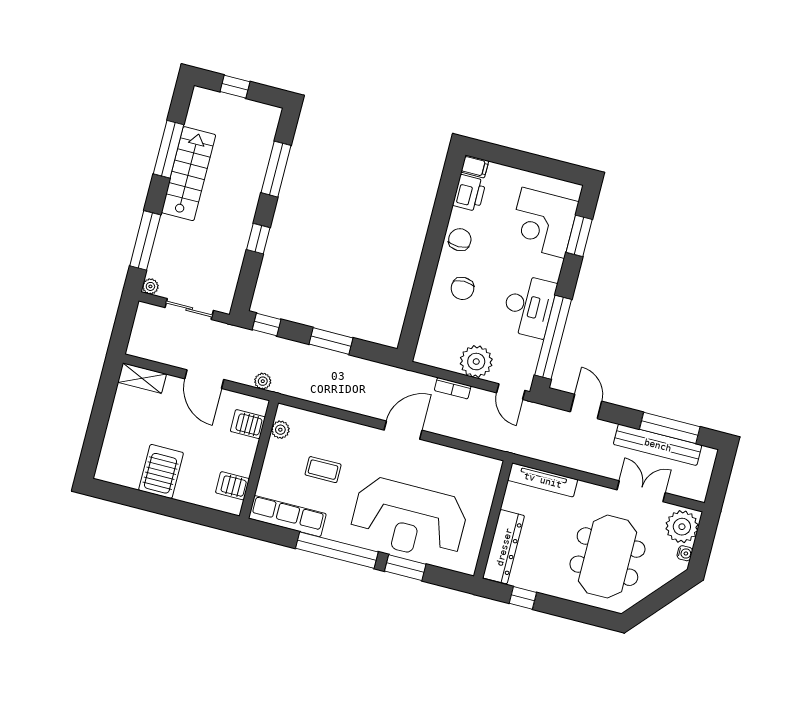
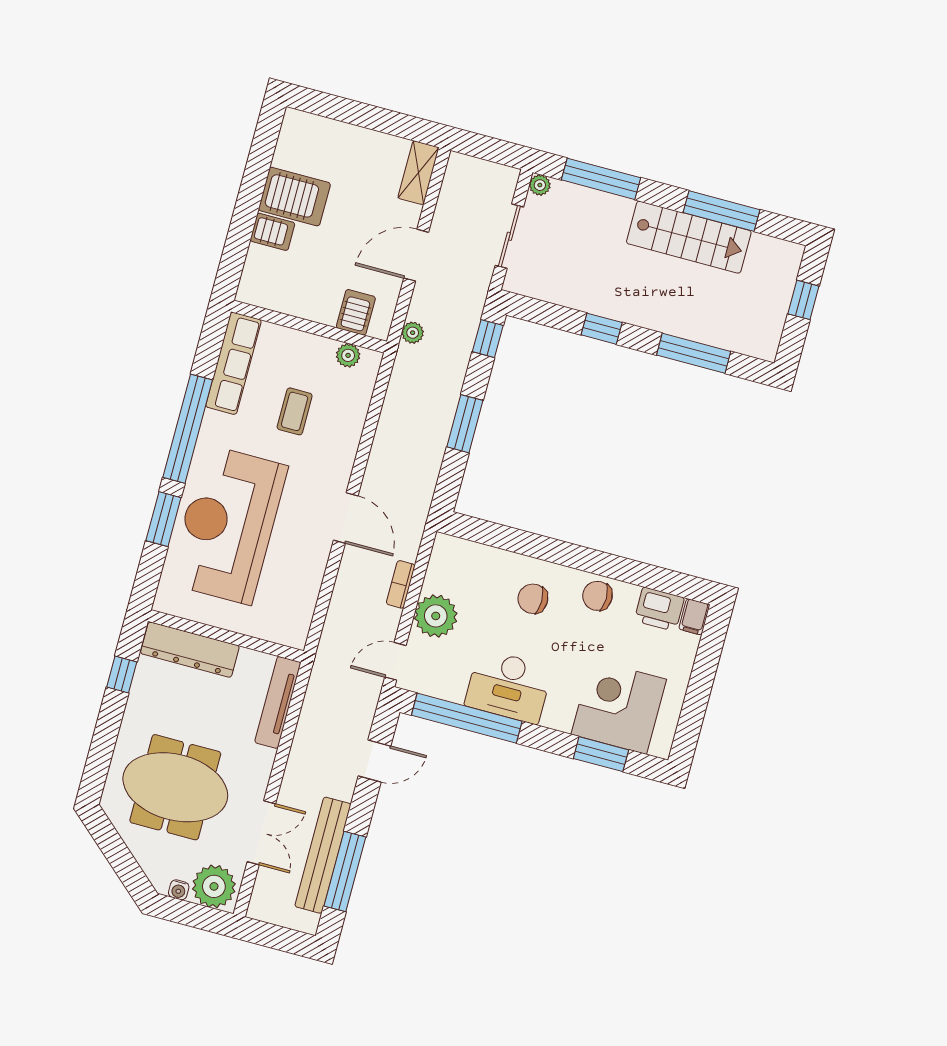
chair: (460, 240) -> (597, 596), turned 180
server rack: (232, 486) -> (272, 232), moved, turned 90

